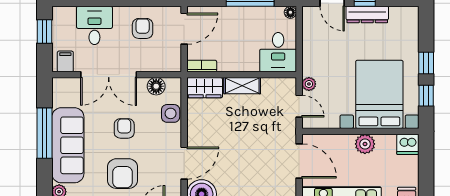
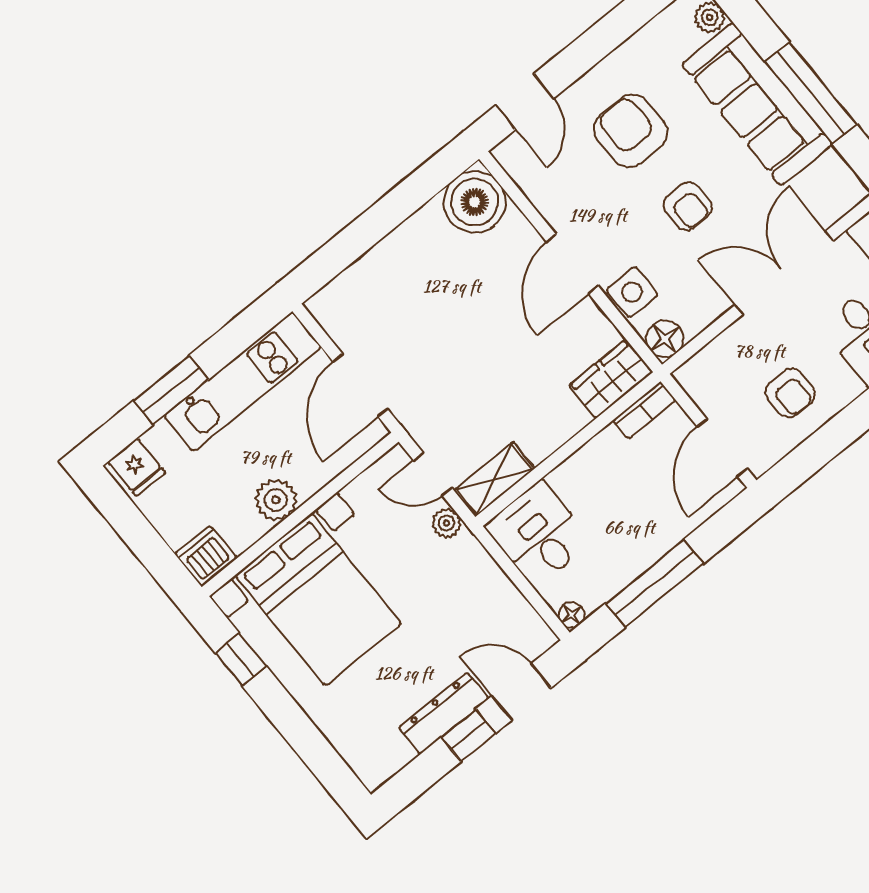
window: (426, 63) -> (284, 712), removed
floor lamp: (156, 86) -> (665, 339), moved
shelving: (242, 86) -> (494, 480), moved
door: (299, 161) -> (360, 385), hinge flipped
door: (184, 163) -> (572, 264), moved

